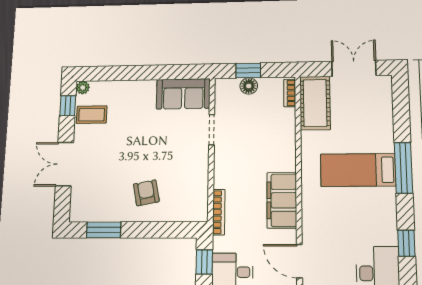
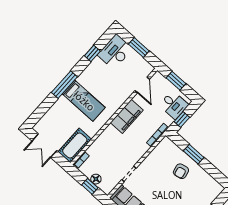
window: (104, 230) -> (194, 154), moved

